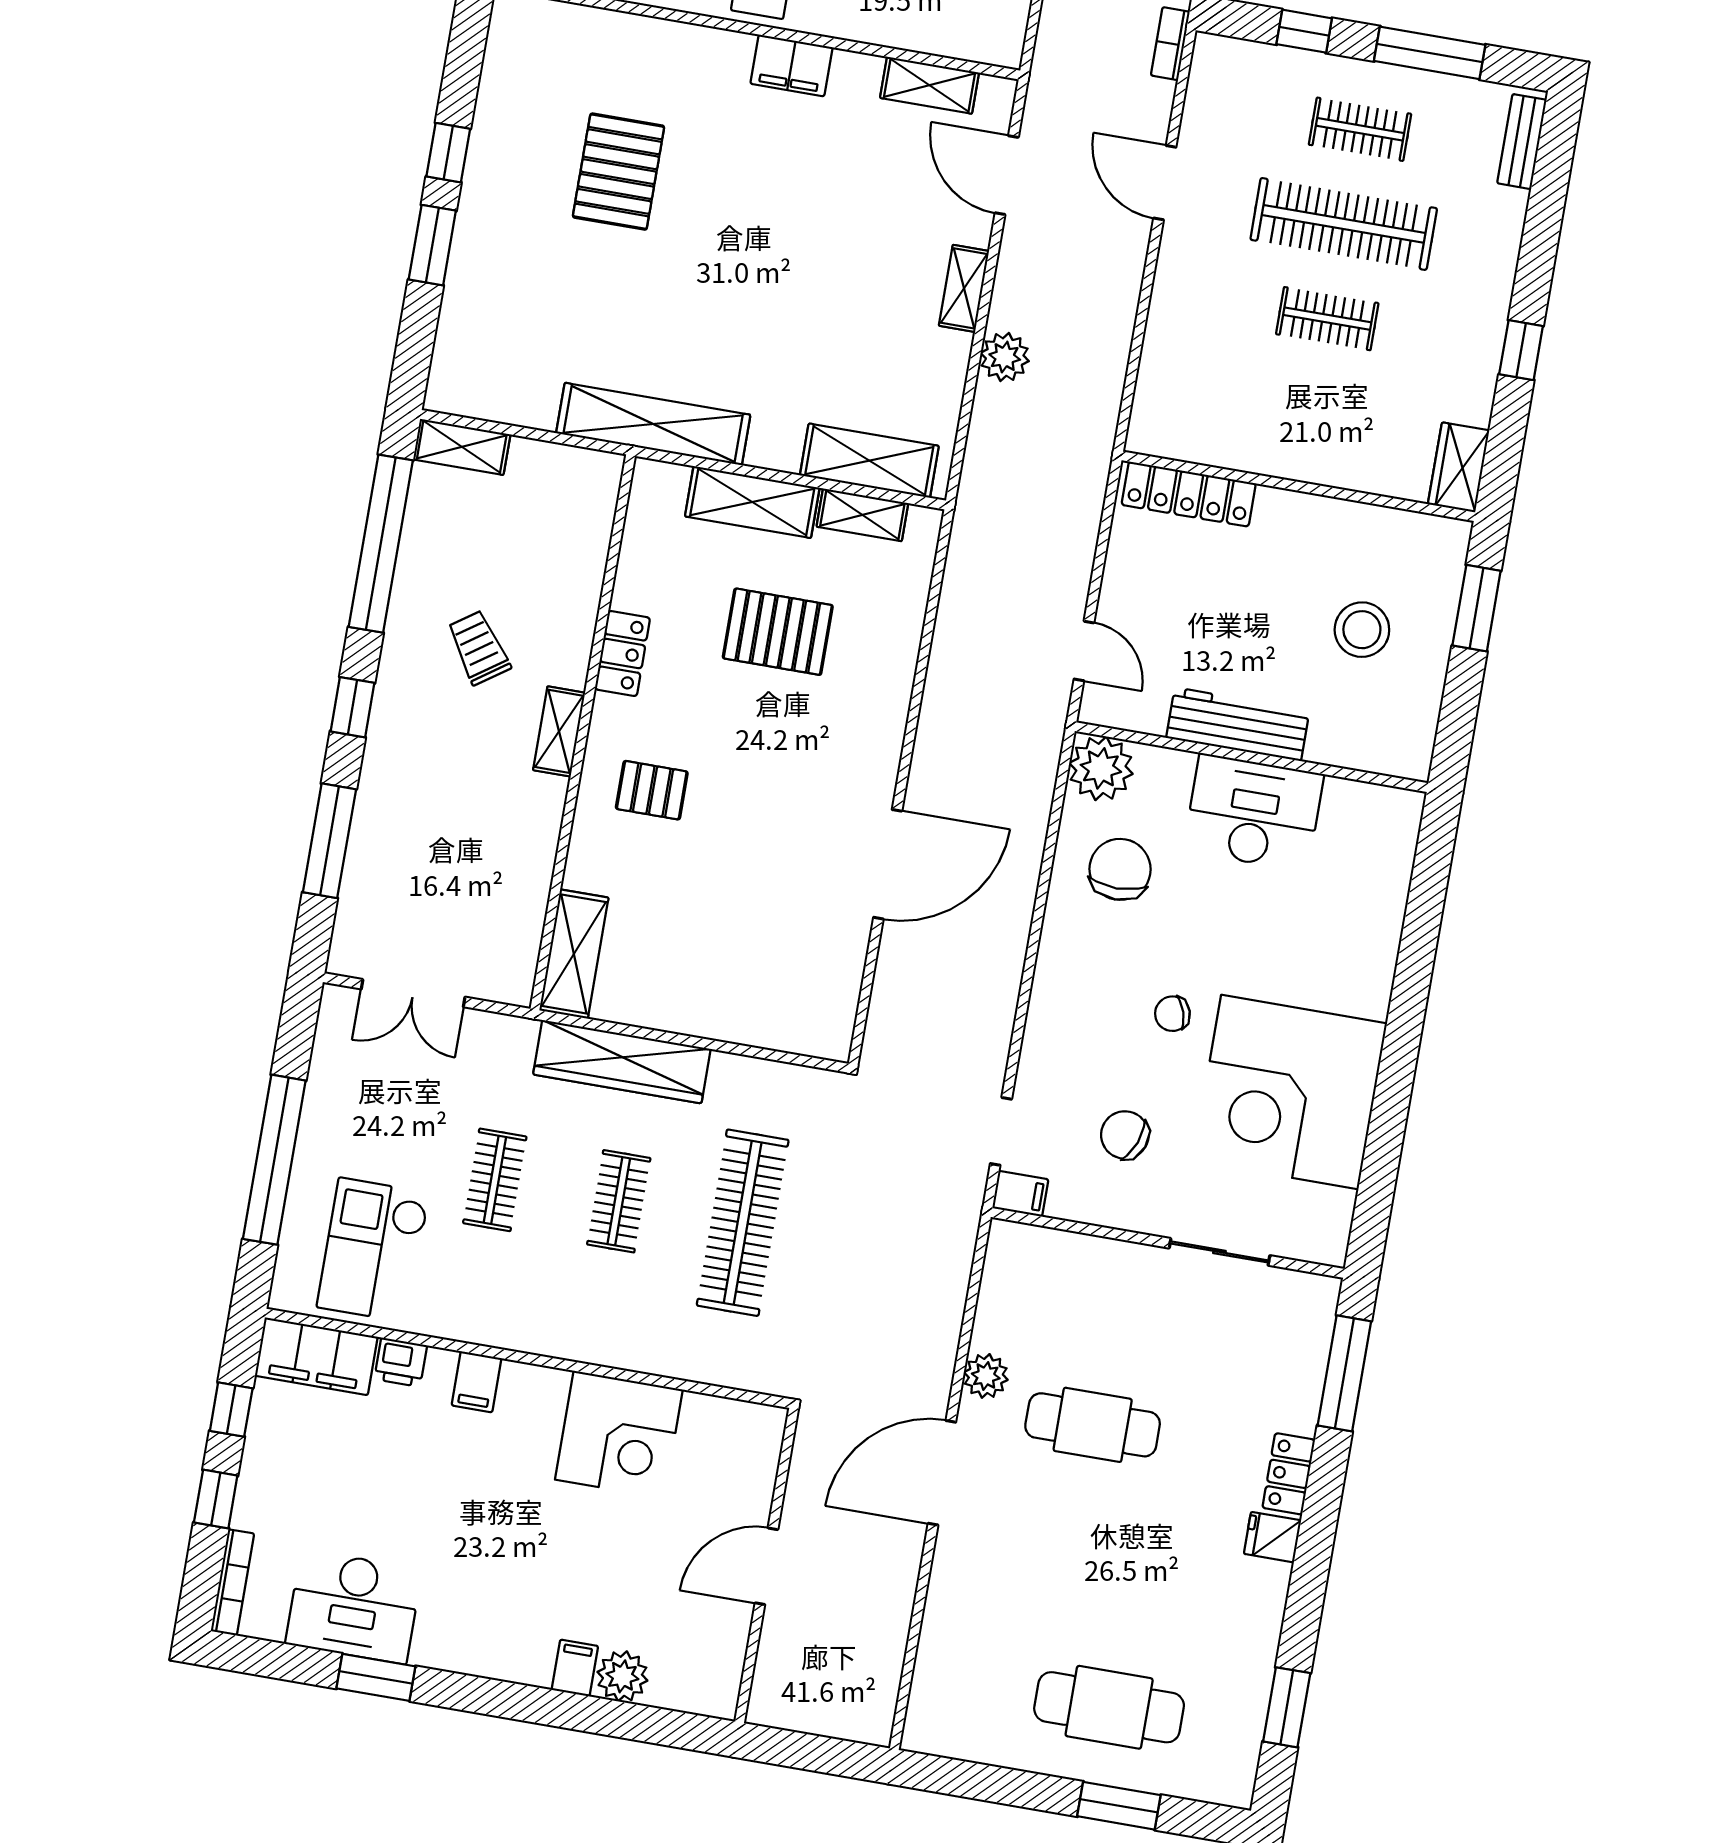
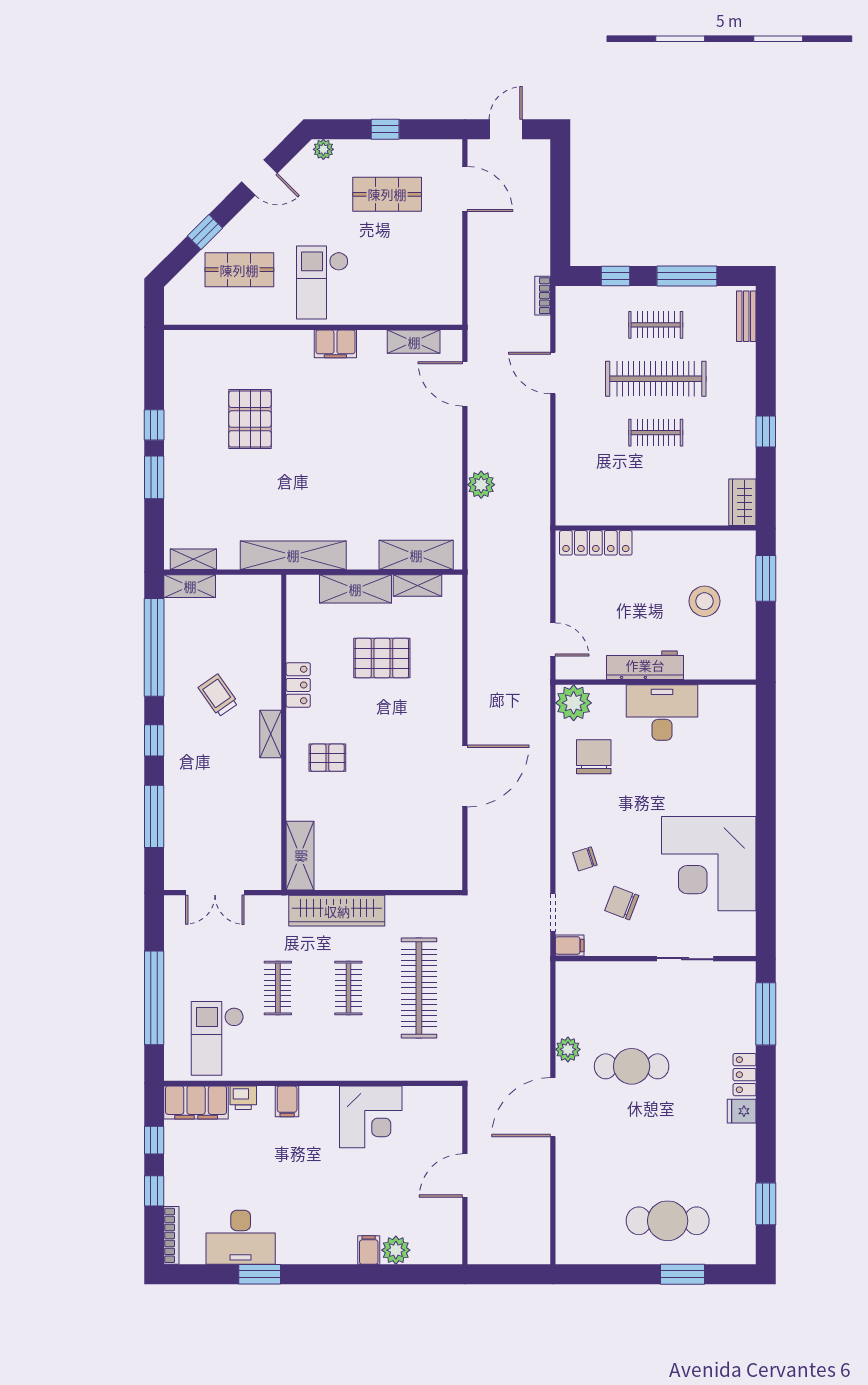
shelving: (964, 288) -> (193, 559), moved, turned 90
chair: (1172, 1014) -> (585, 859), moved

